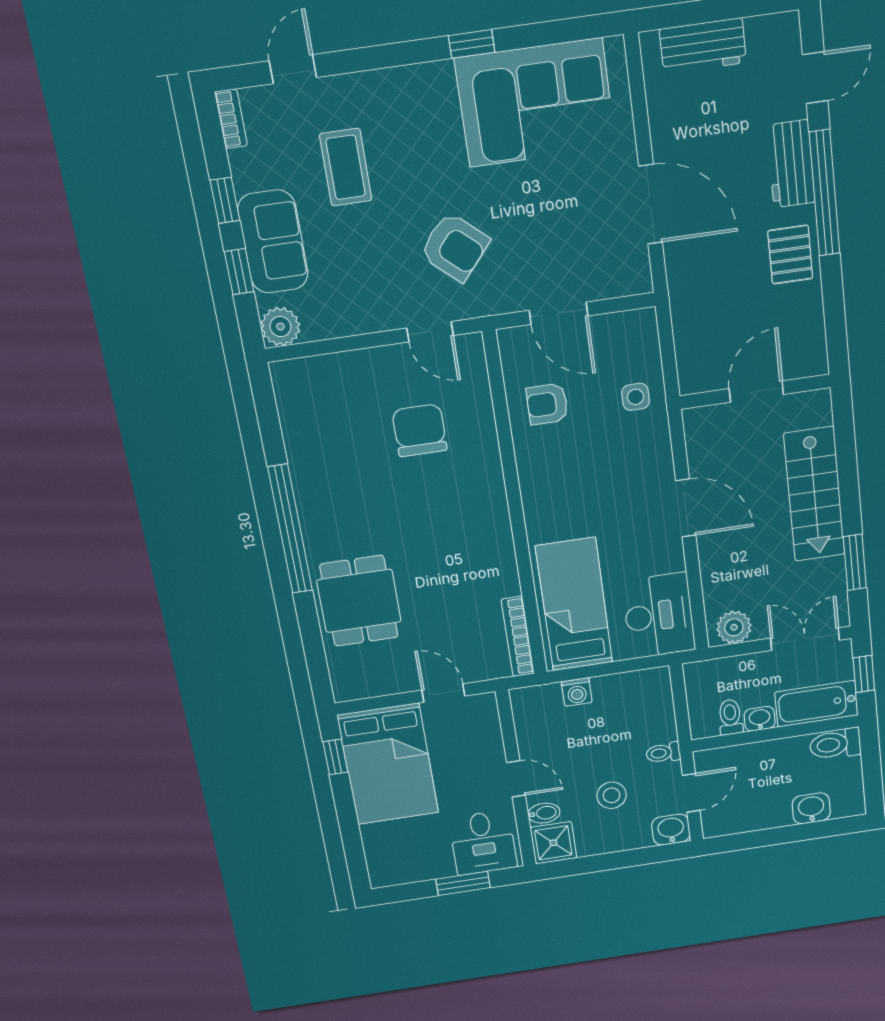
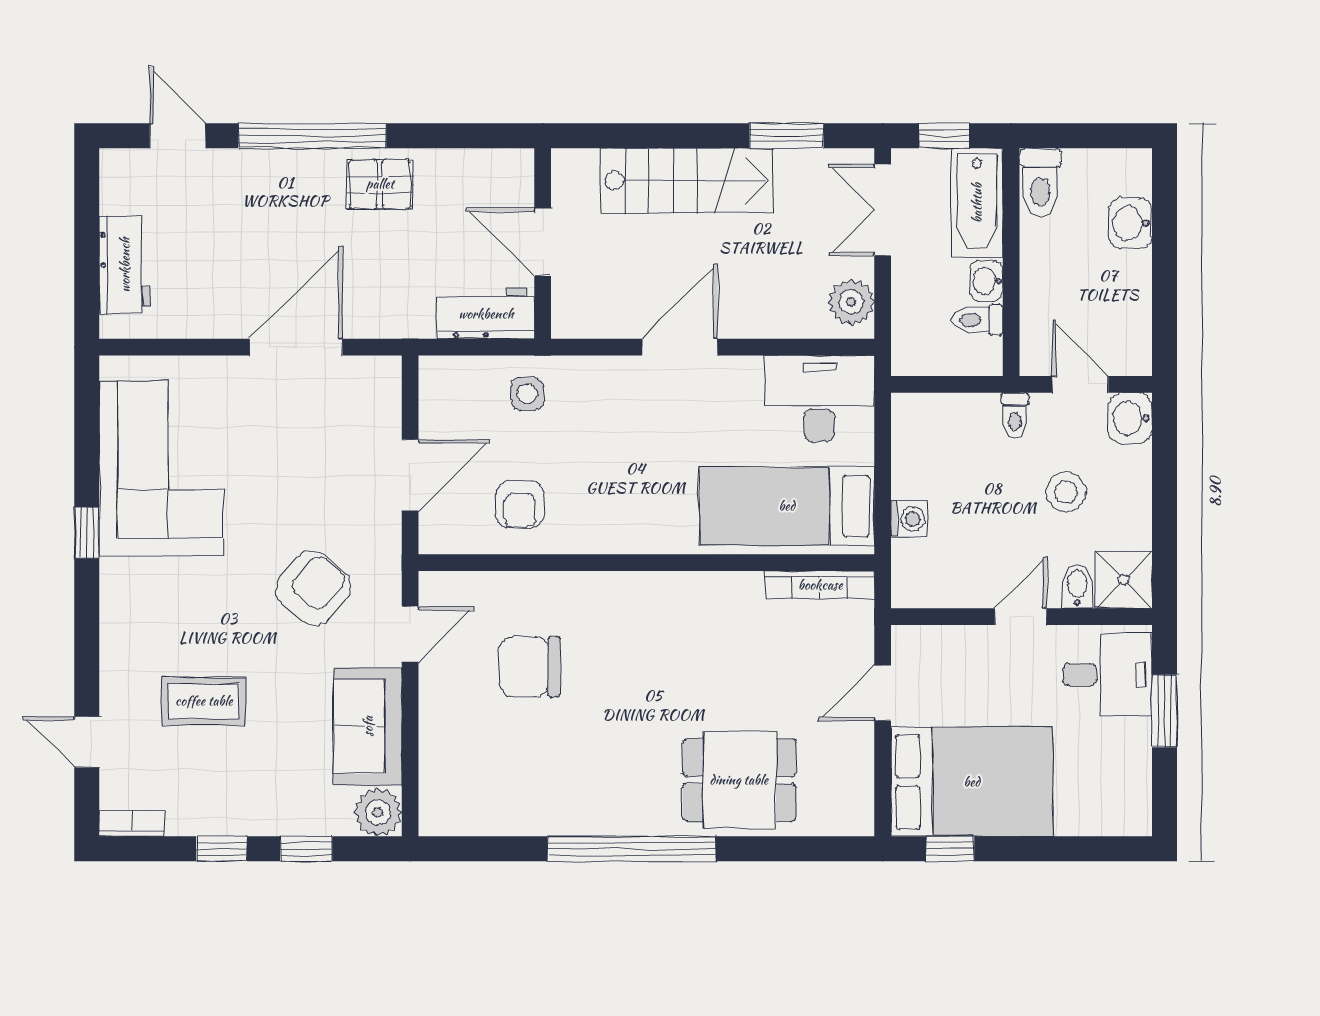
workbench: (791, 164) -> (486, 314), moved, turned 180
sofa: (273, 242) -> (368, 726), moved, turned -90

